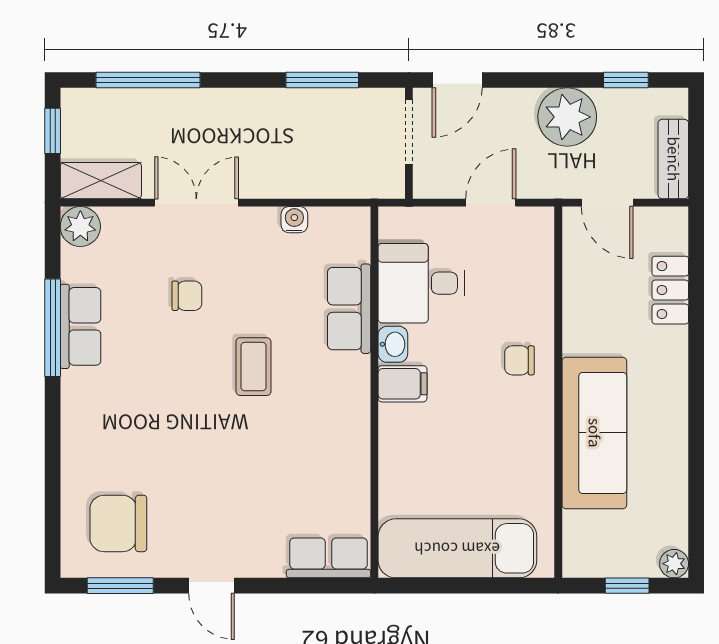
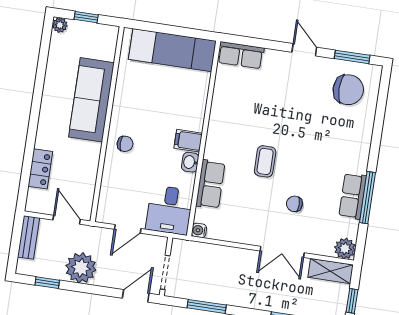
water cooler: (294, 220) -> (199, 230), moved, turned 90
desk: (421, 283) -> (170, 210), moved, turned 90

